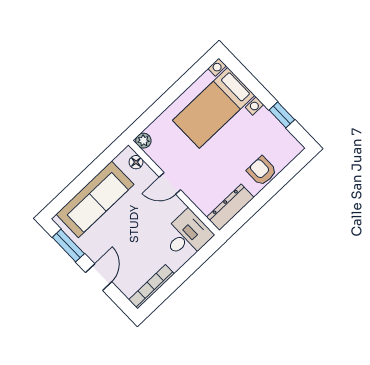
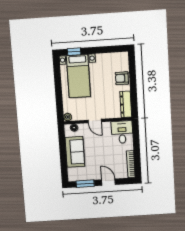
window: (282, 115) -> (74, 52), moved
door: (170, 183) -> (95, 121), hinge flipped
sofa: (95, 199) -> (75, 152), width x0.73

